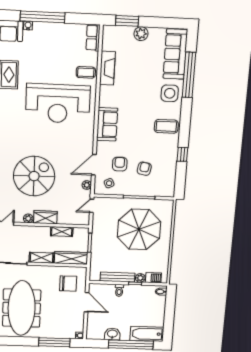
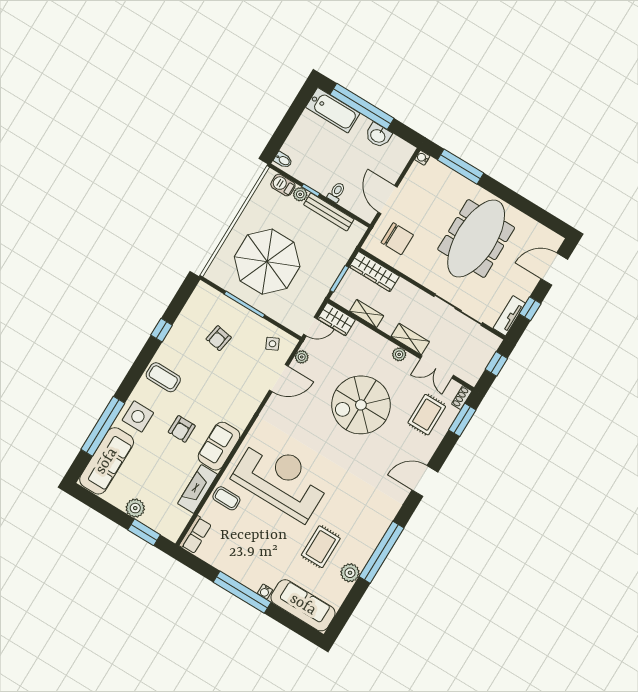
sofa: (107, 124) -> (219, 446), moved
armchair: (120, 164) -> (182, 429), moved
wardrobe: (45, 217) -> (336, 319), moved
shelving: (42, 258) -> (410, 339), moved
chair: (68, 284) -> (397, 239), turned 180

